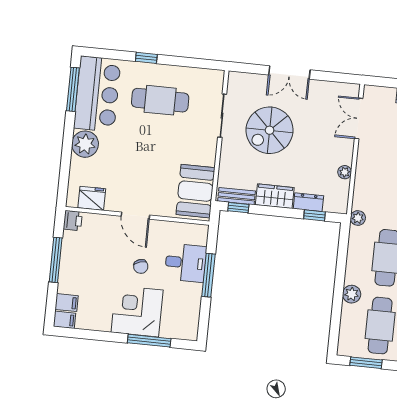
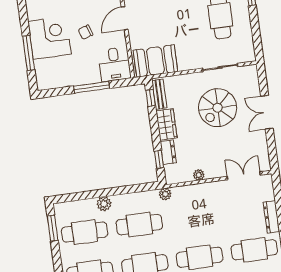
spiral stairs: (270, 130) -> (218, 108), turned -90
desk: (186, 263) -> (115, 64), moved

